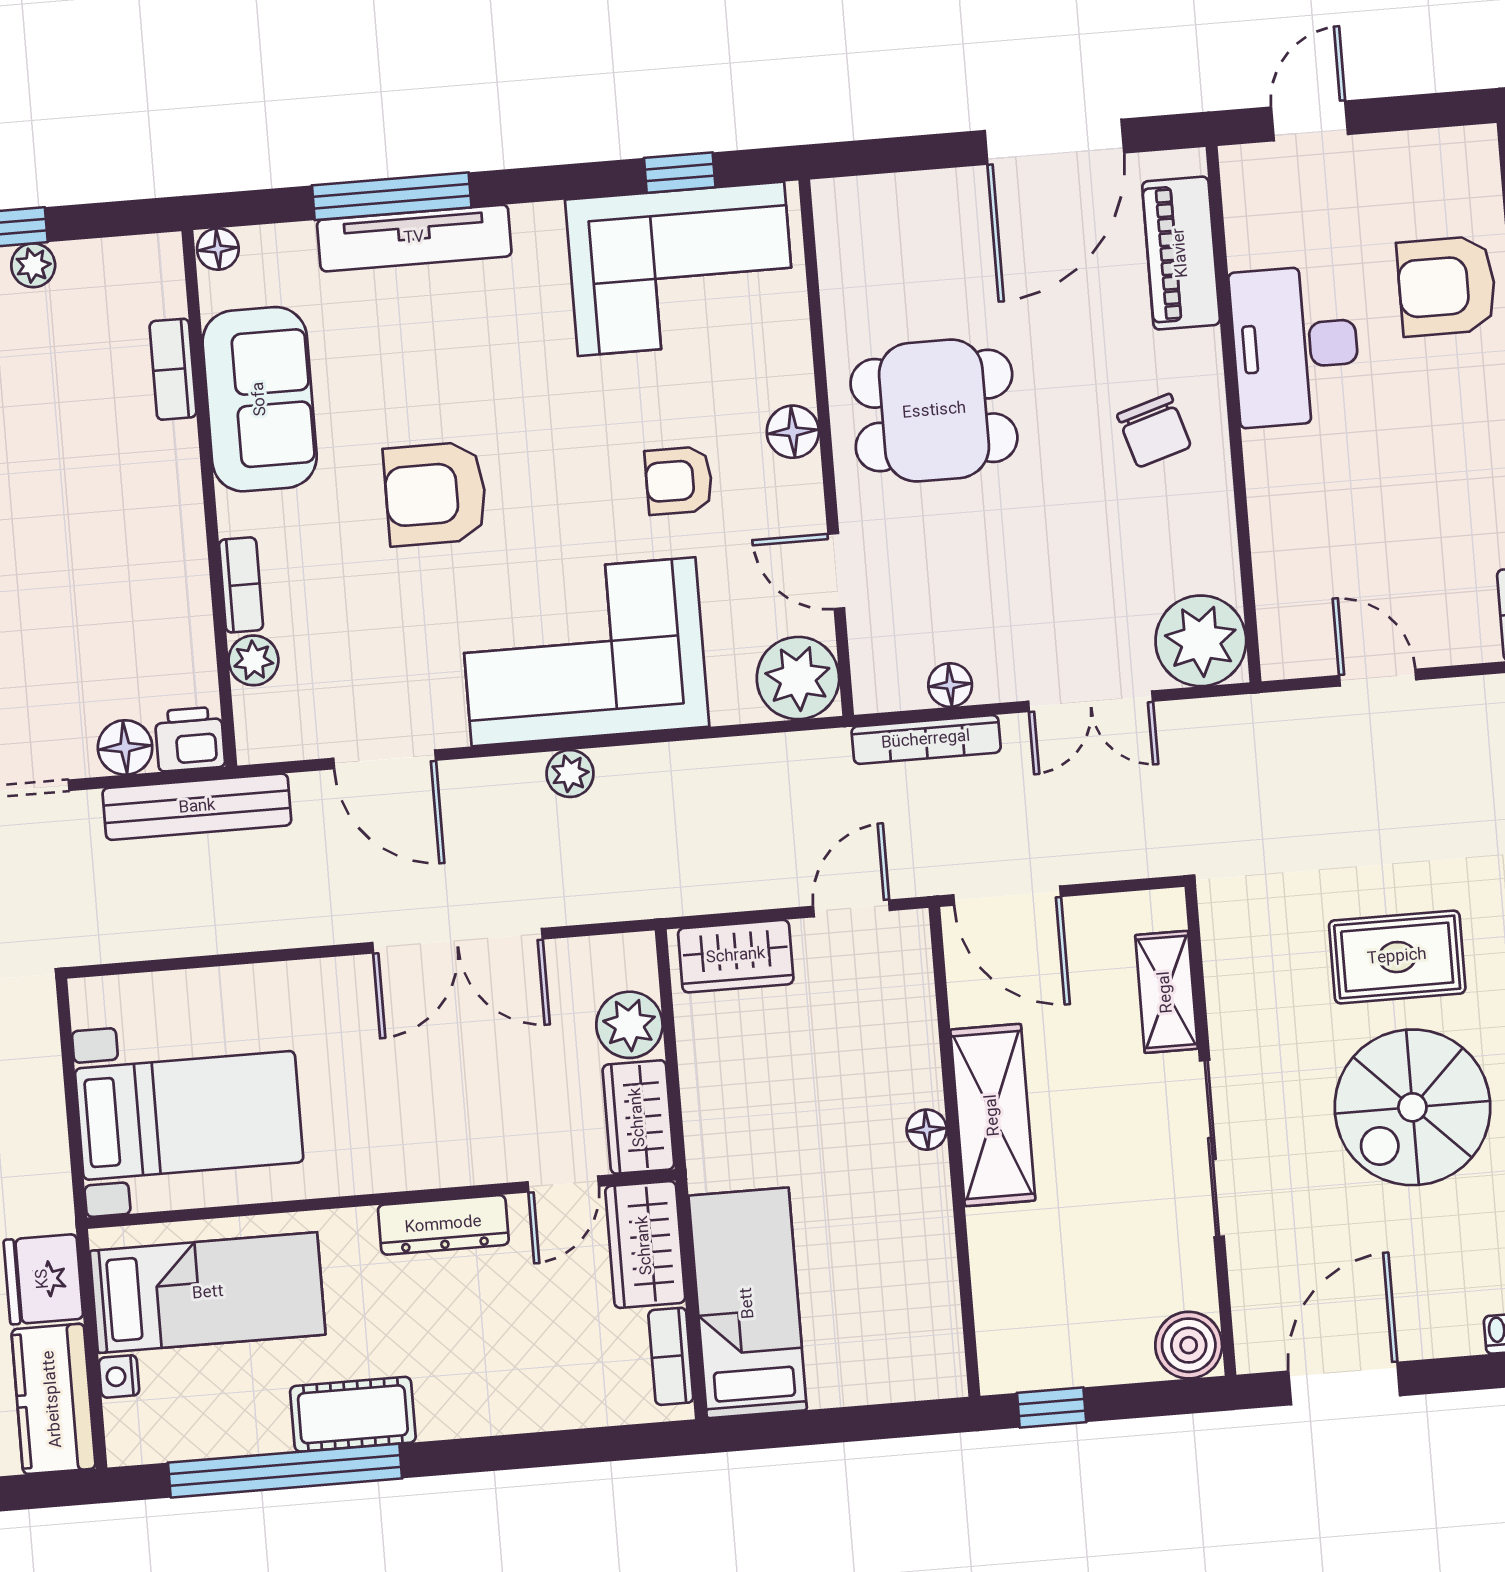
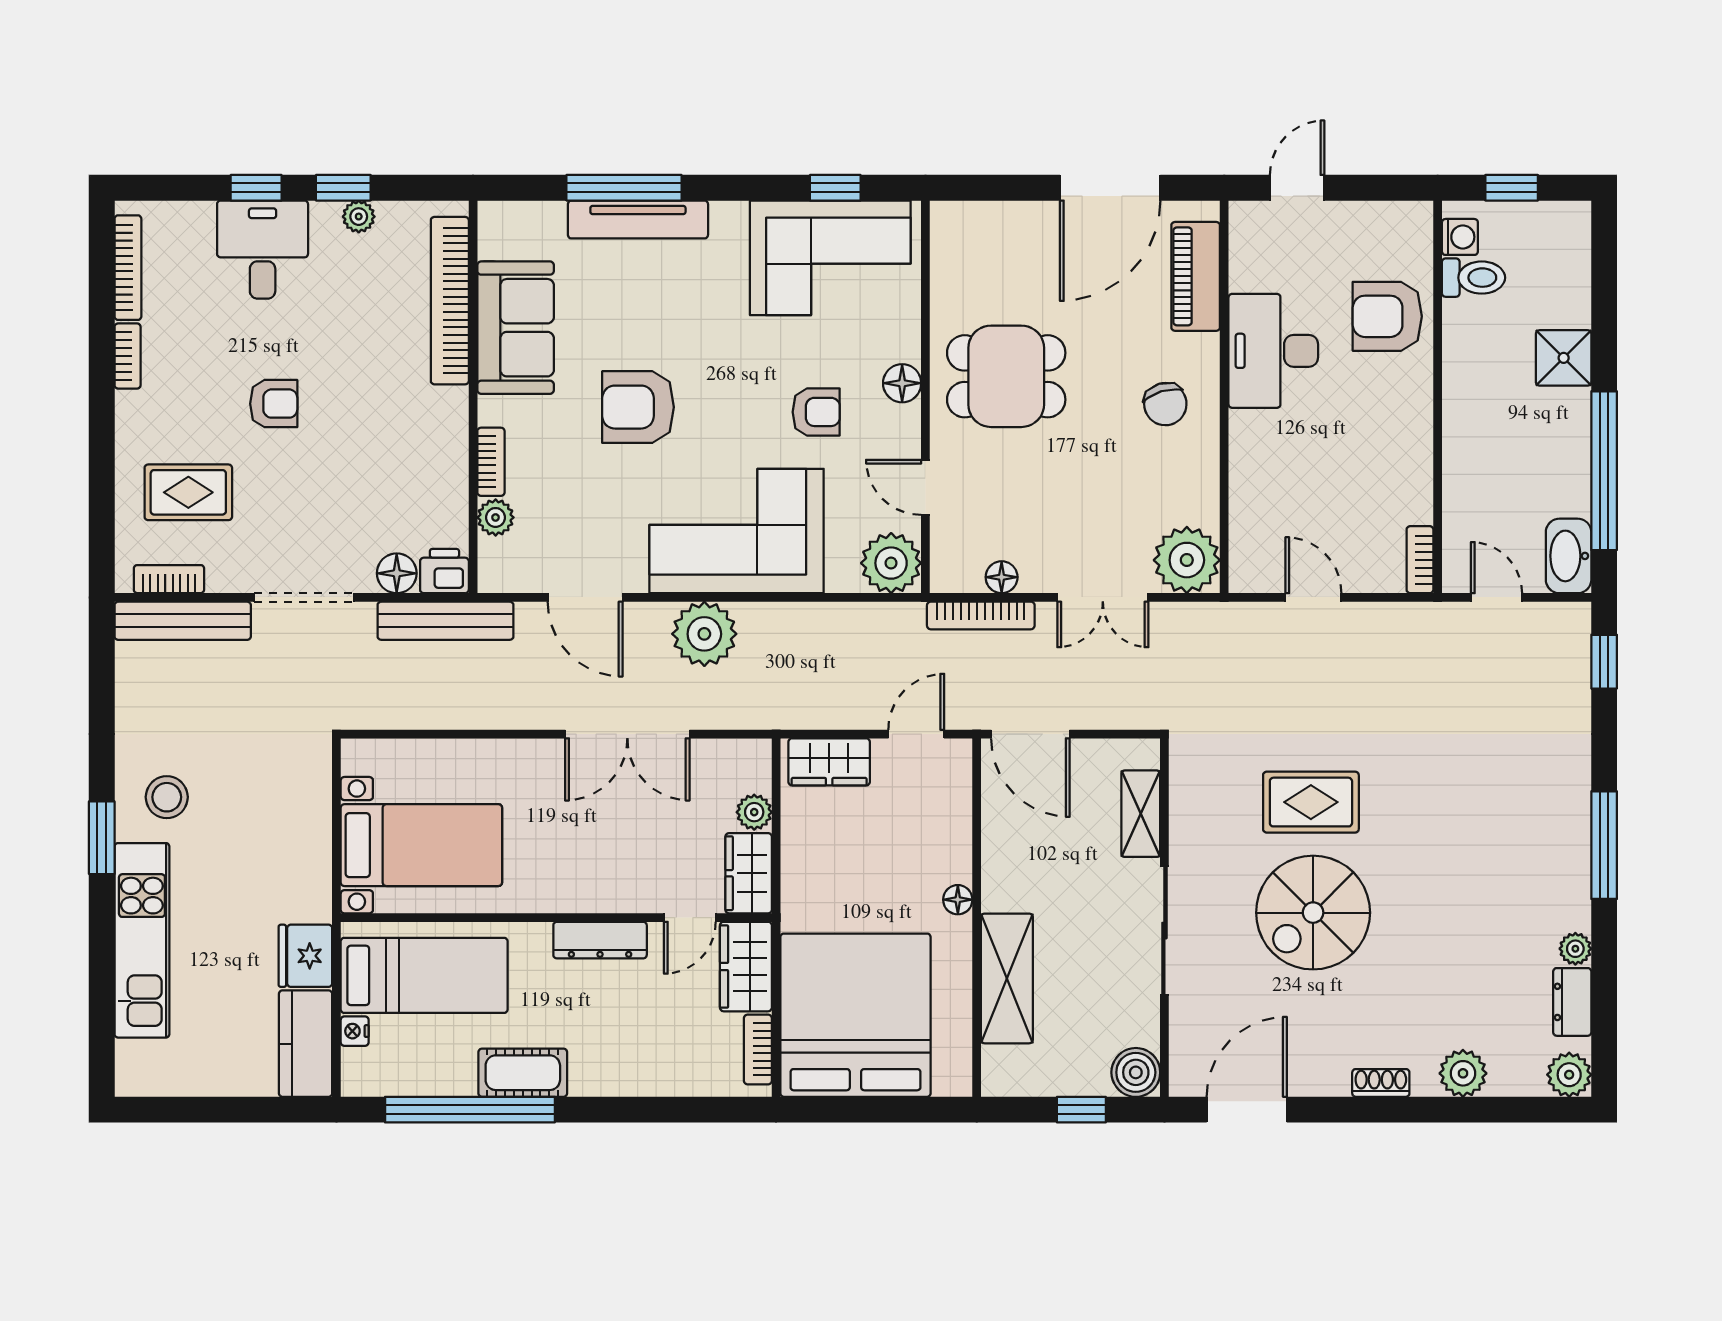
floor lamp: (218, 249) -> (494, 216), removed
bookcase: (173, 369) -> (450, 301), width x2.31, depth x1.31
armchair: (679, 481) -> (816, 412), turned 180
plant: (570, 773) -> (704, 634), width x1.87, depth x1.87
plant: (629, 1025) -> (754, 812), width x0.73, depth x0.73
shelving: (993, 1115) -> (1007, 978), moved
bed: (748, 1303) -> (855, 1015), width x2.04
window: (1052, 1408) -> (1081, 1110), moved

